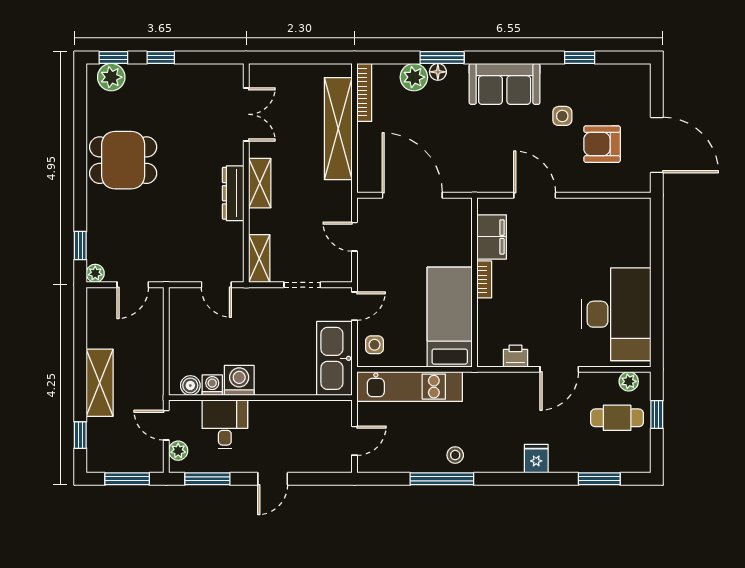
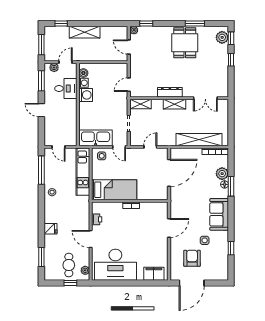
window: (80, 138) -> (195, 23), added
filing cabinet: (492, 237) -> (154, 274), moved, turned 180
window: (442, 479) -> (41, 170), moved

